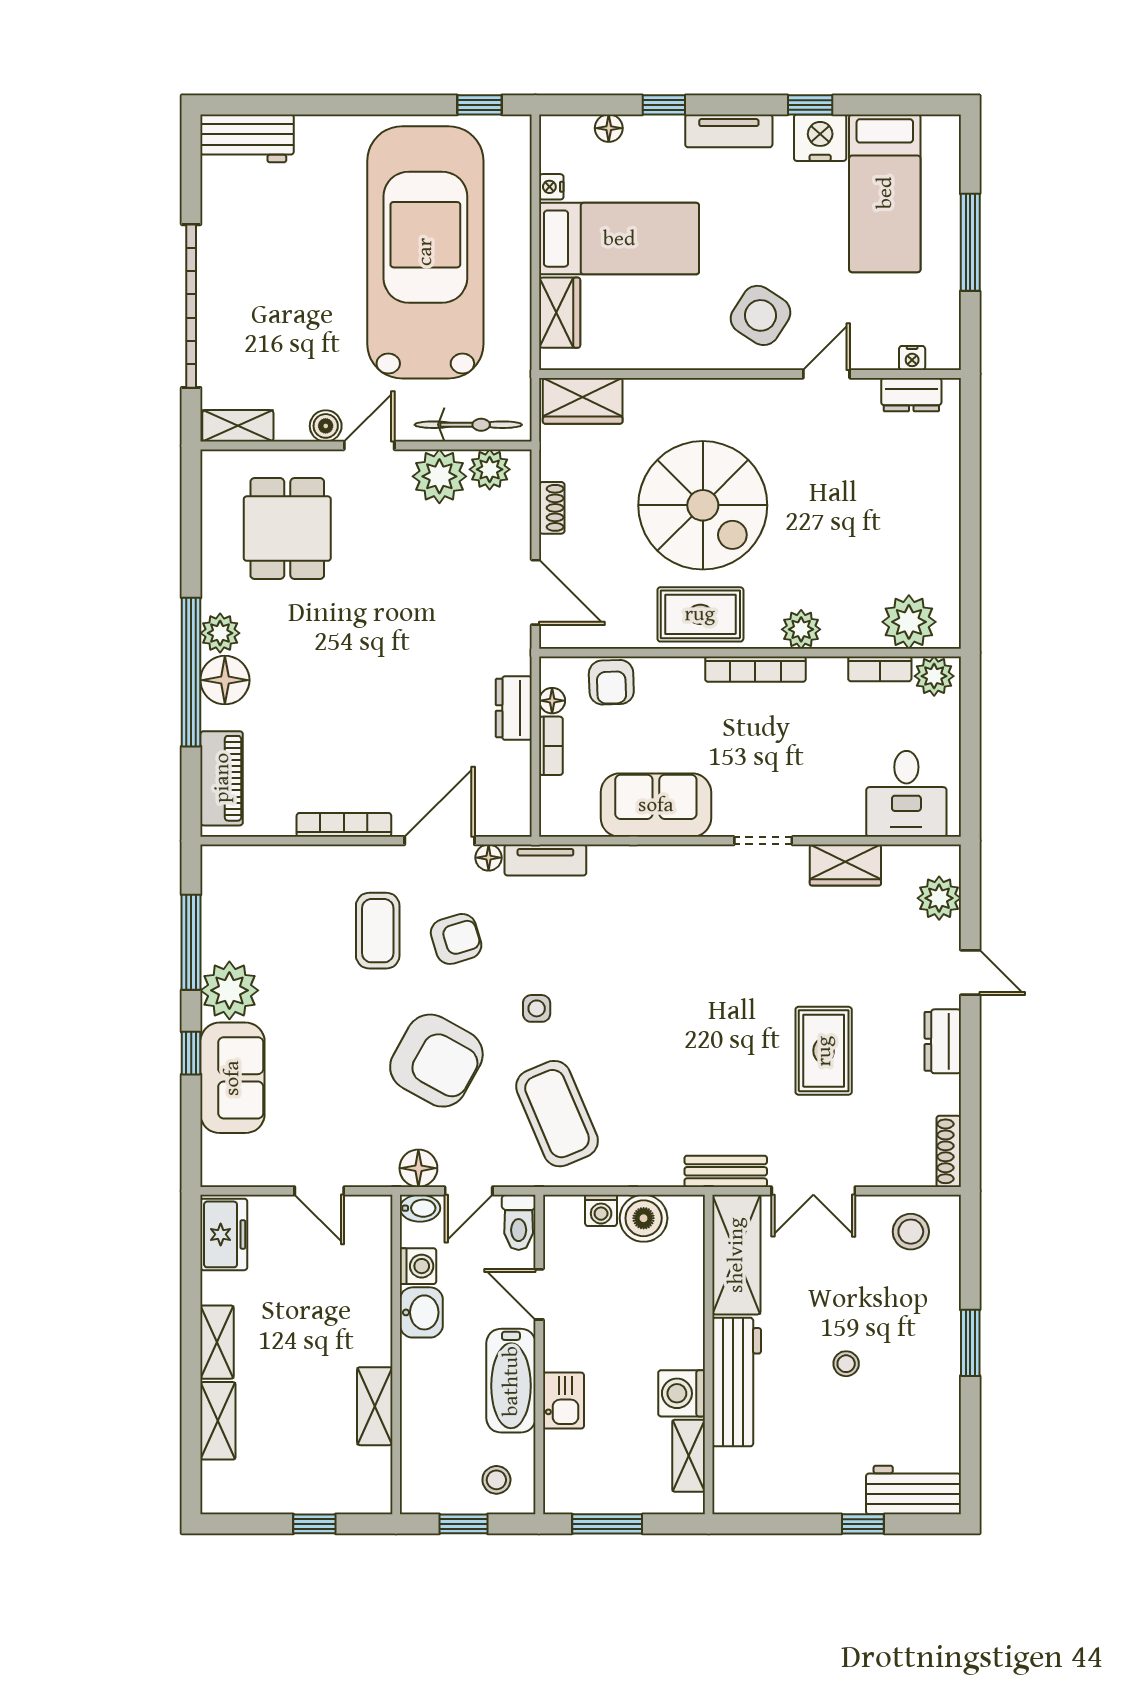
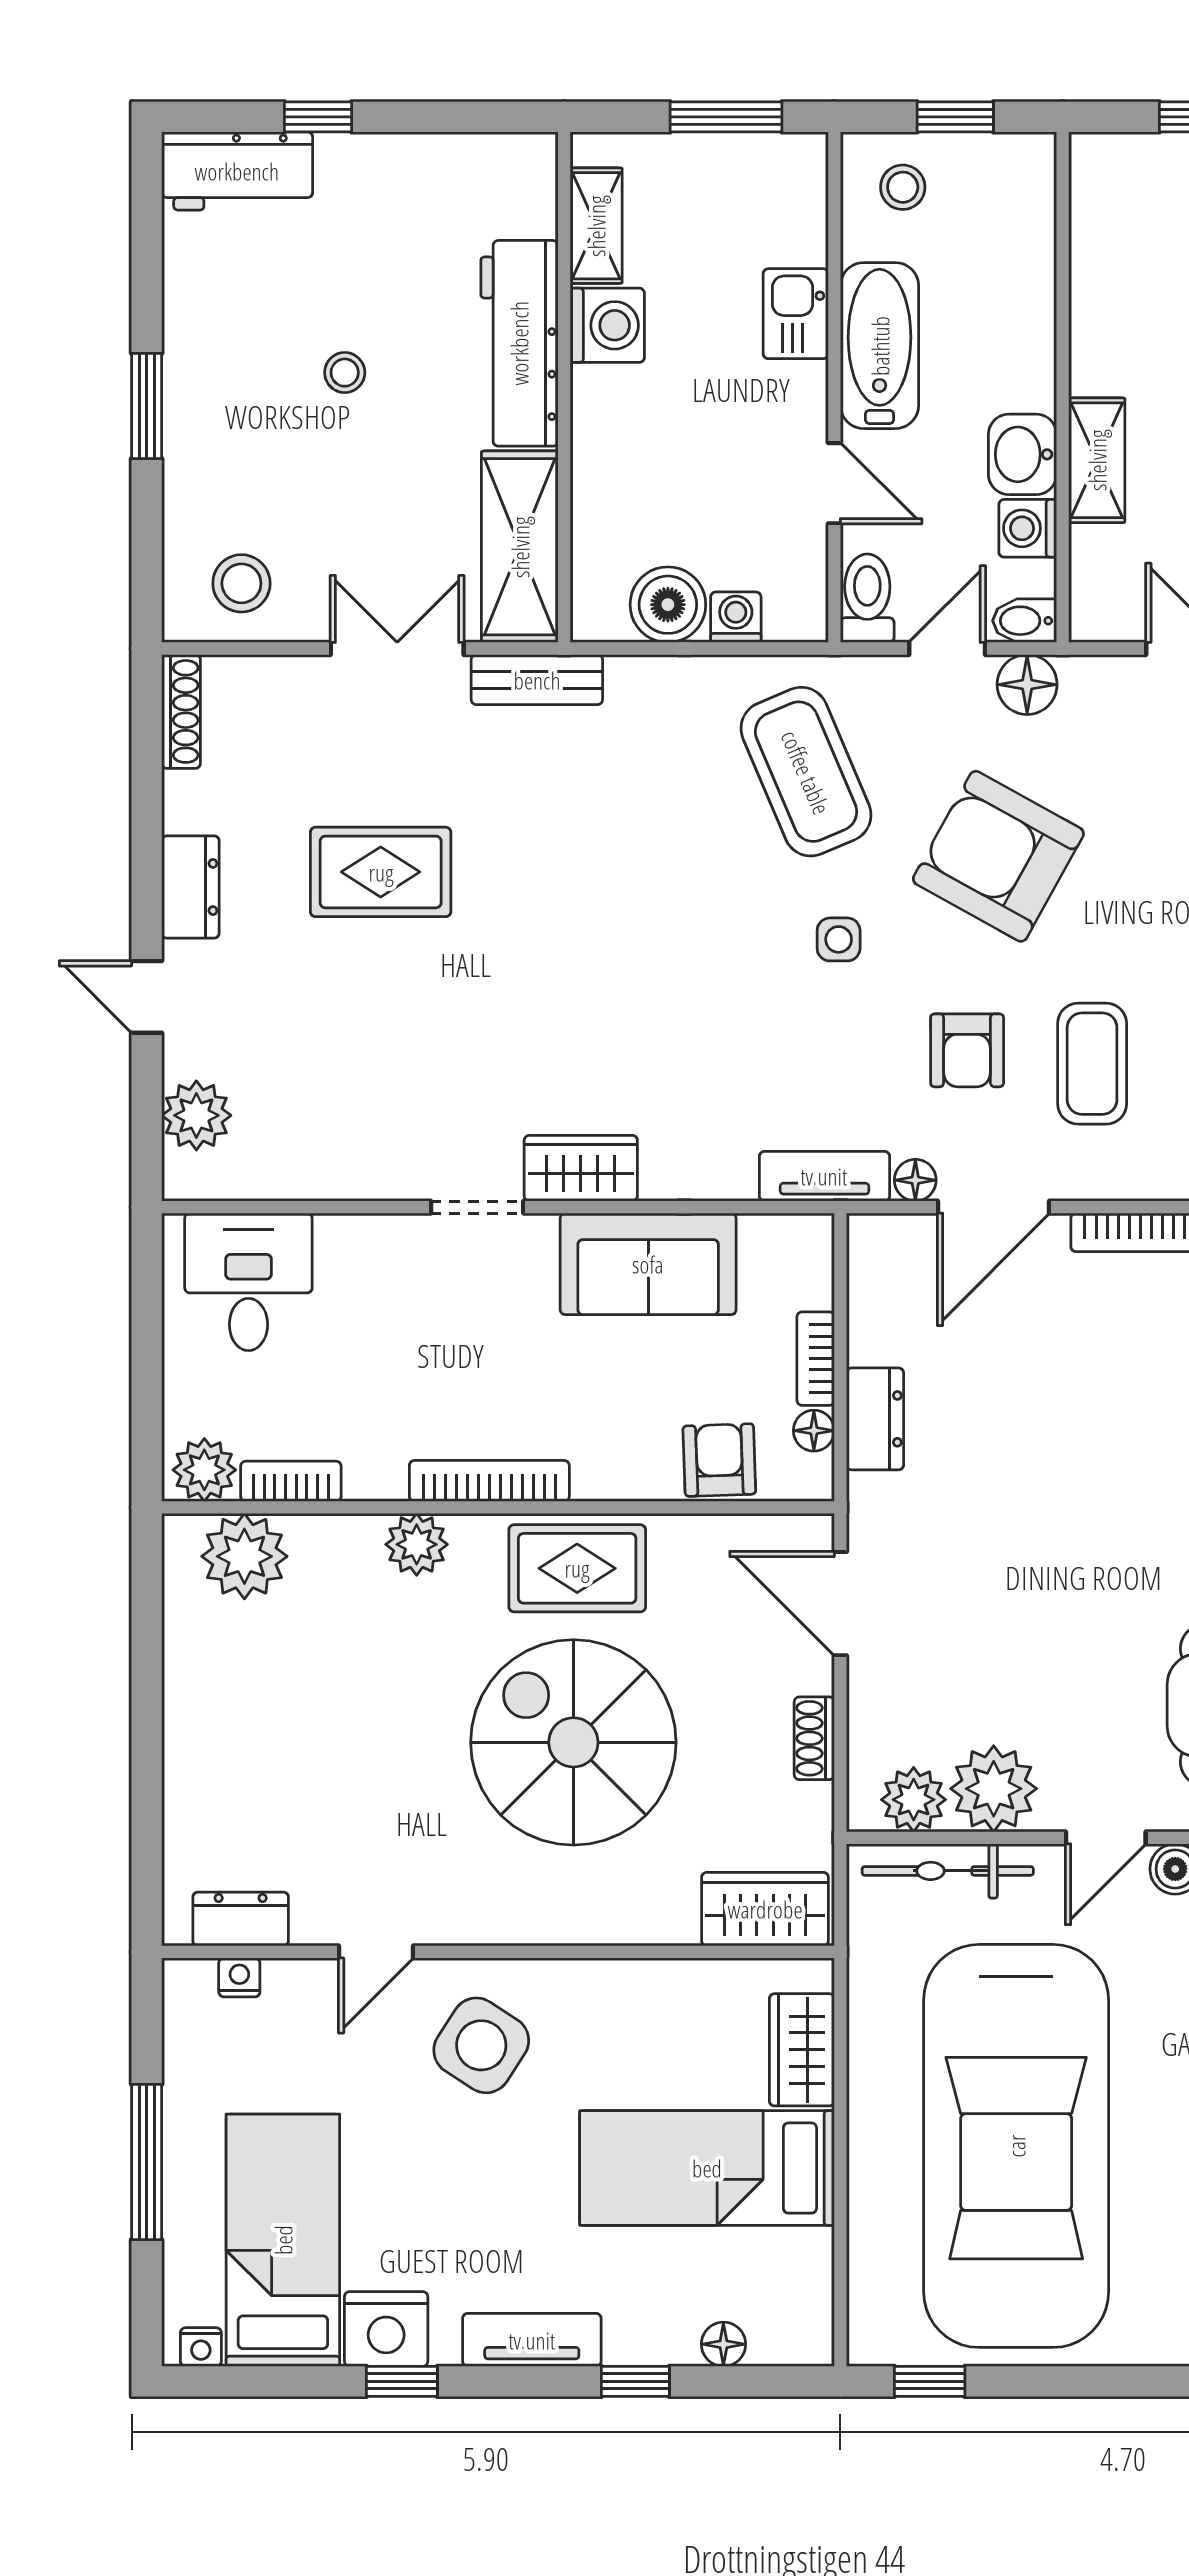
nightstand: (551, 187) -> (201, 2347), moved, turned 90
wardrobe: (845, 865) -> (581, 1168), moved
armchair: (456, 939) -> (967, 1050), turned -73
rug: (824, 1051) -> (381, 872), turned 90
shelving: (375, 1406) -> (1097, 460), moved

